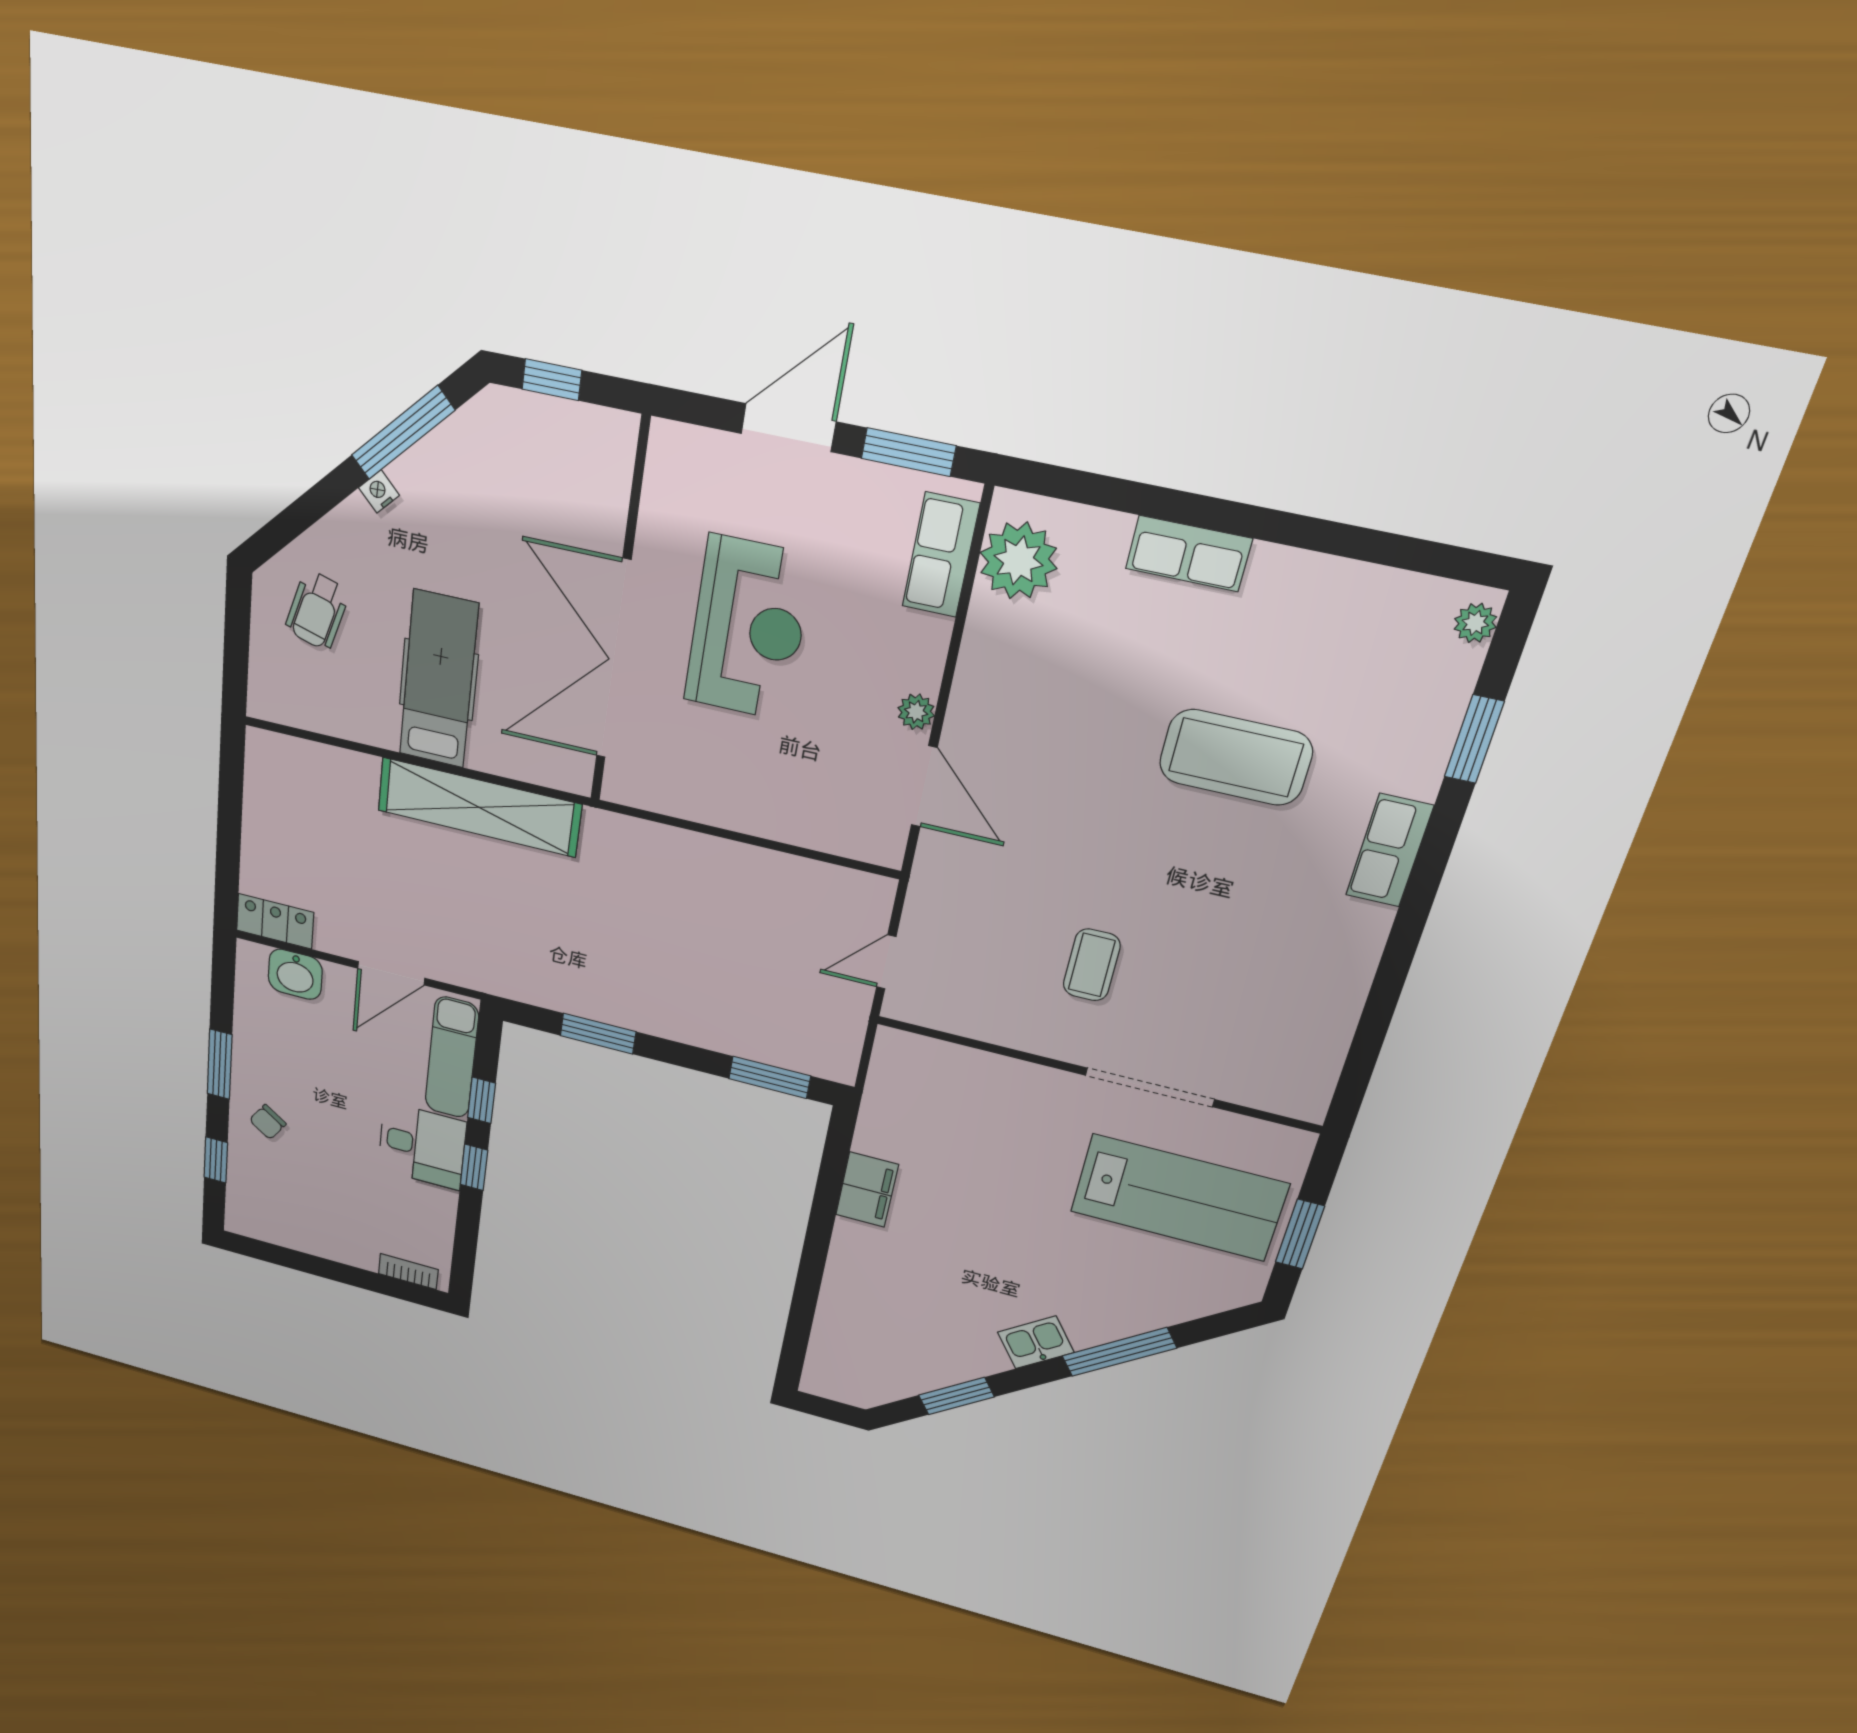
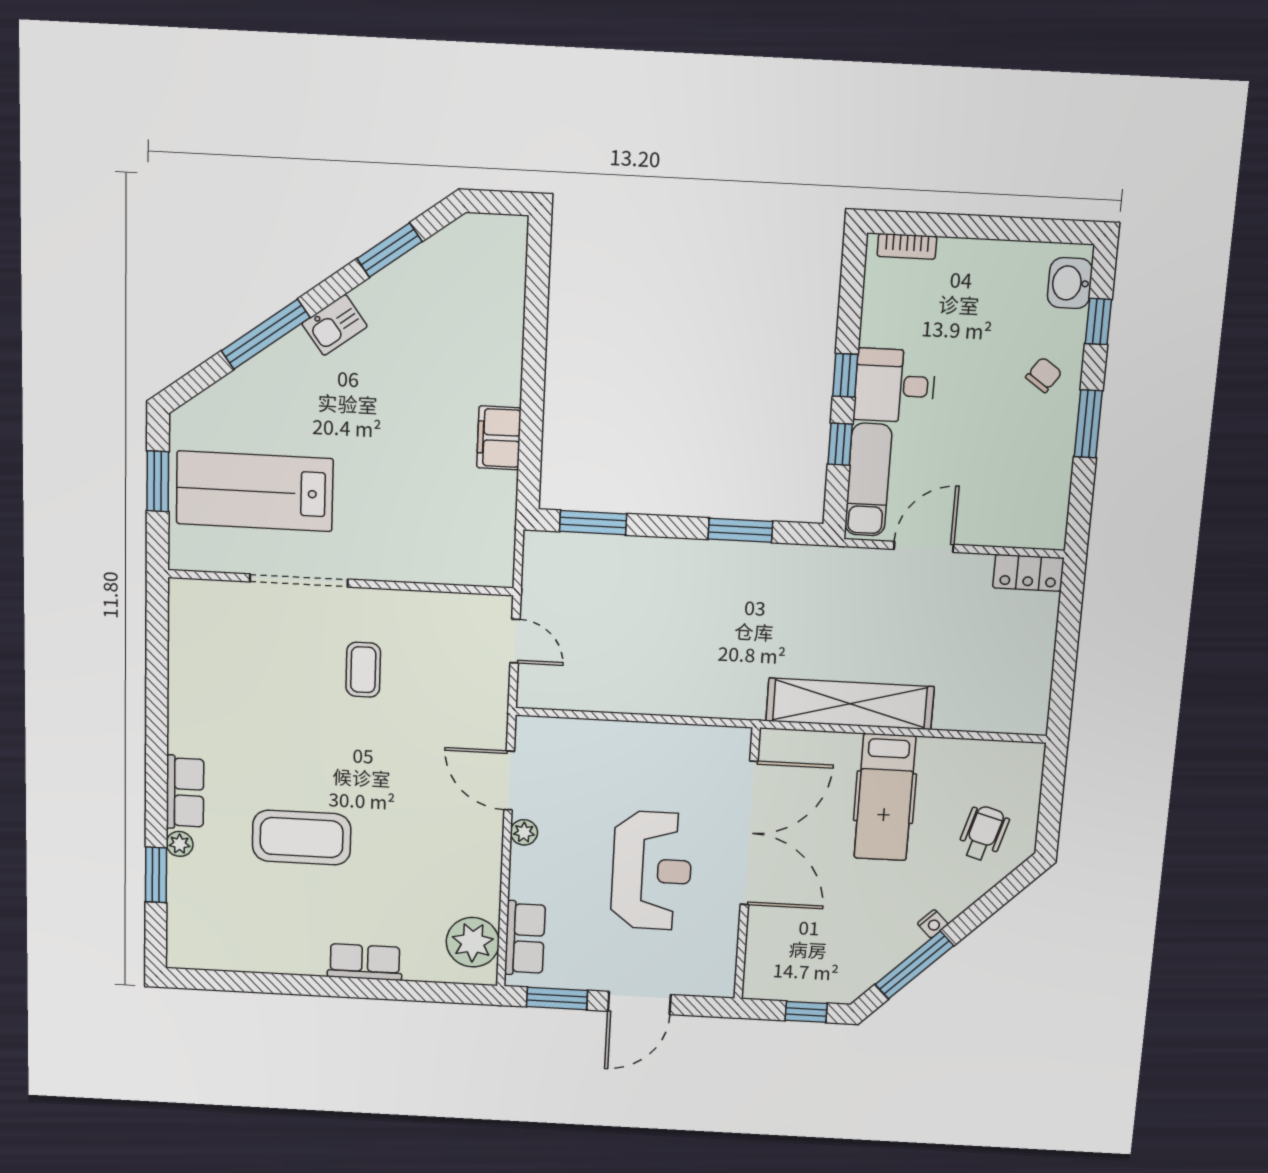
plant: (1475, 623) -> (180, 844), moved
reception desk: (748, 628) -> (652, 871), turned 180
door: (886, 962) -> (515, 641), hinge flipped
washbasin: (295, 974) -> (1070, 283), moved, turned -90

